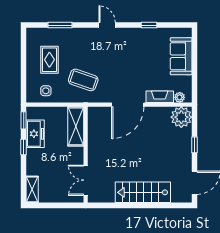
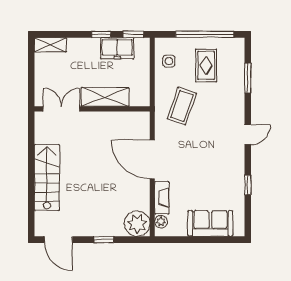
rug: (49, 60) -> (206, 65), turned 90
window: (24, 61) -> (205, 34), added
shelving: (76, 126) -> (105, 97), moved

